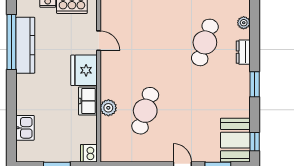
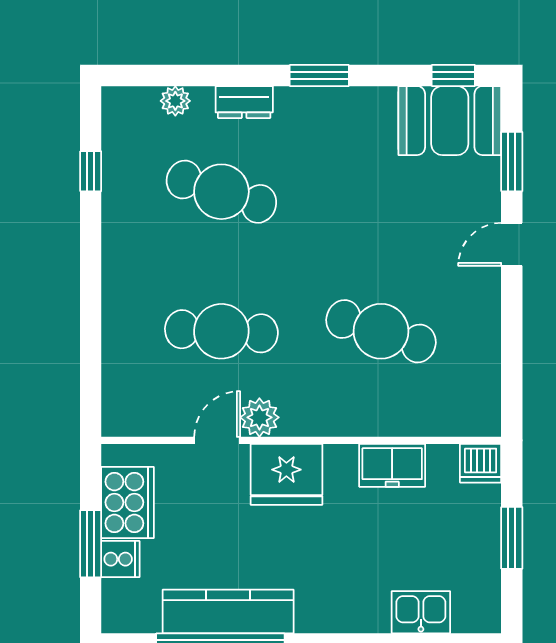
cafe table: (145, 42) -> (221, 331), added
freezer: (88, 101) -> (392, 465), moved
plant: (108, 108) -> (259, 417), moved

